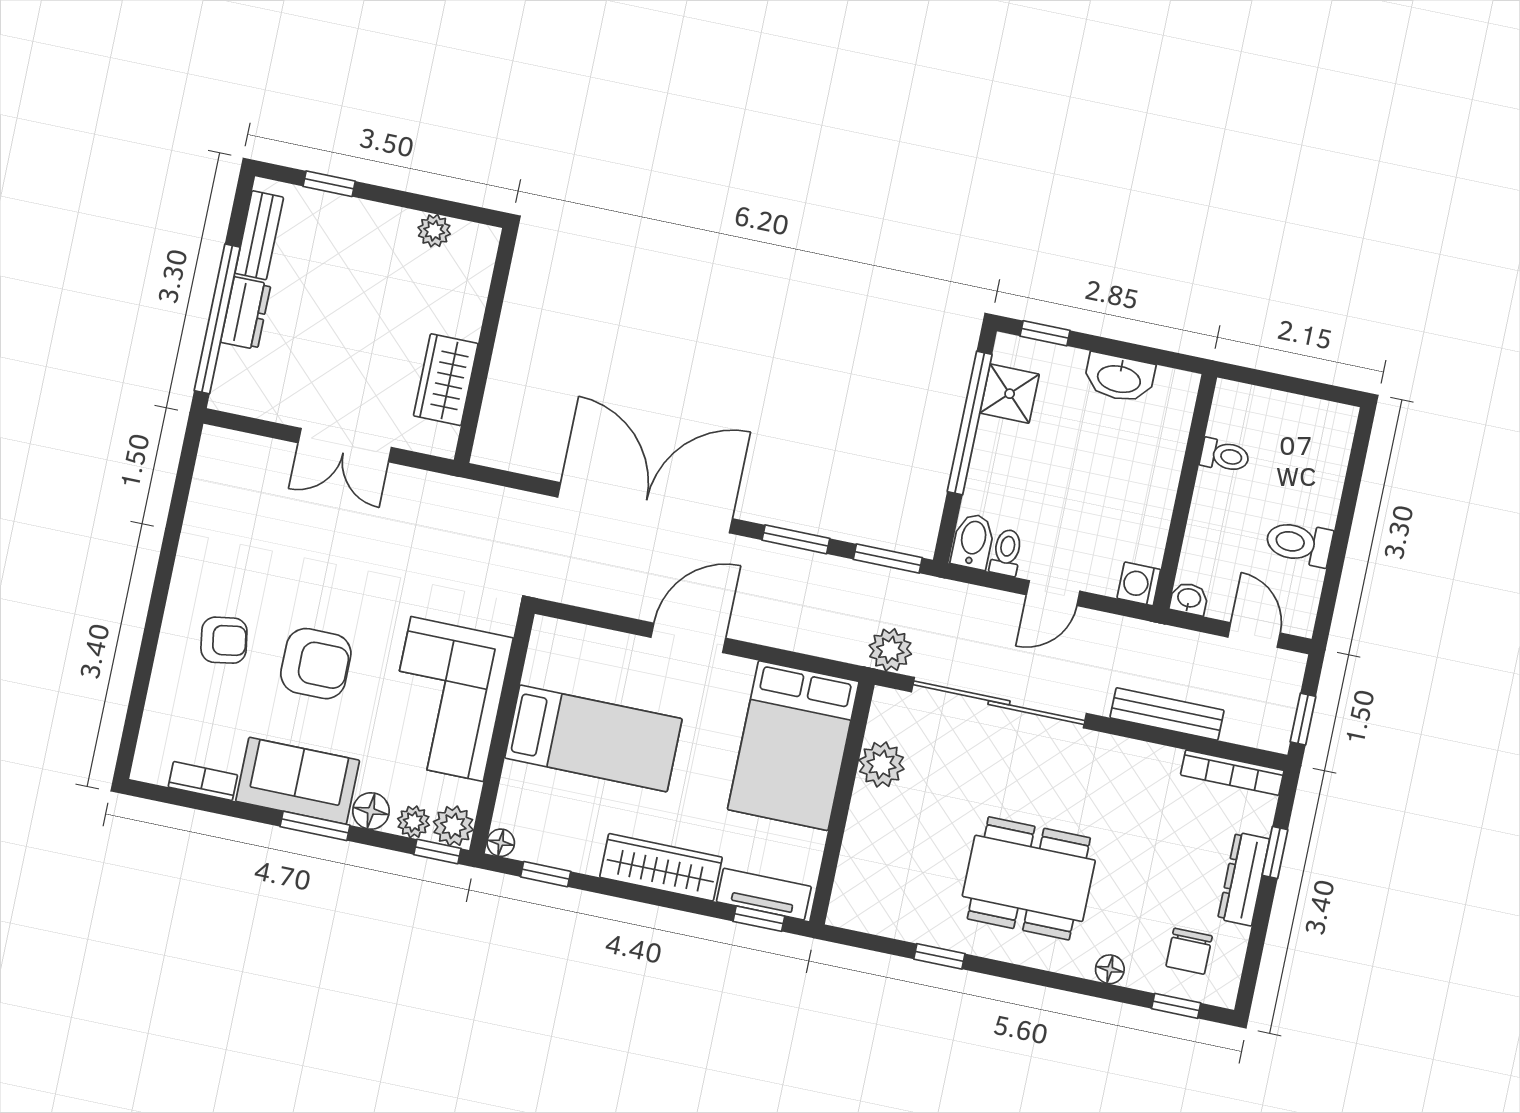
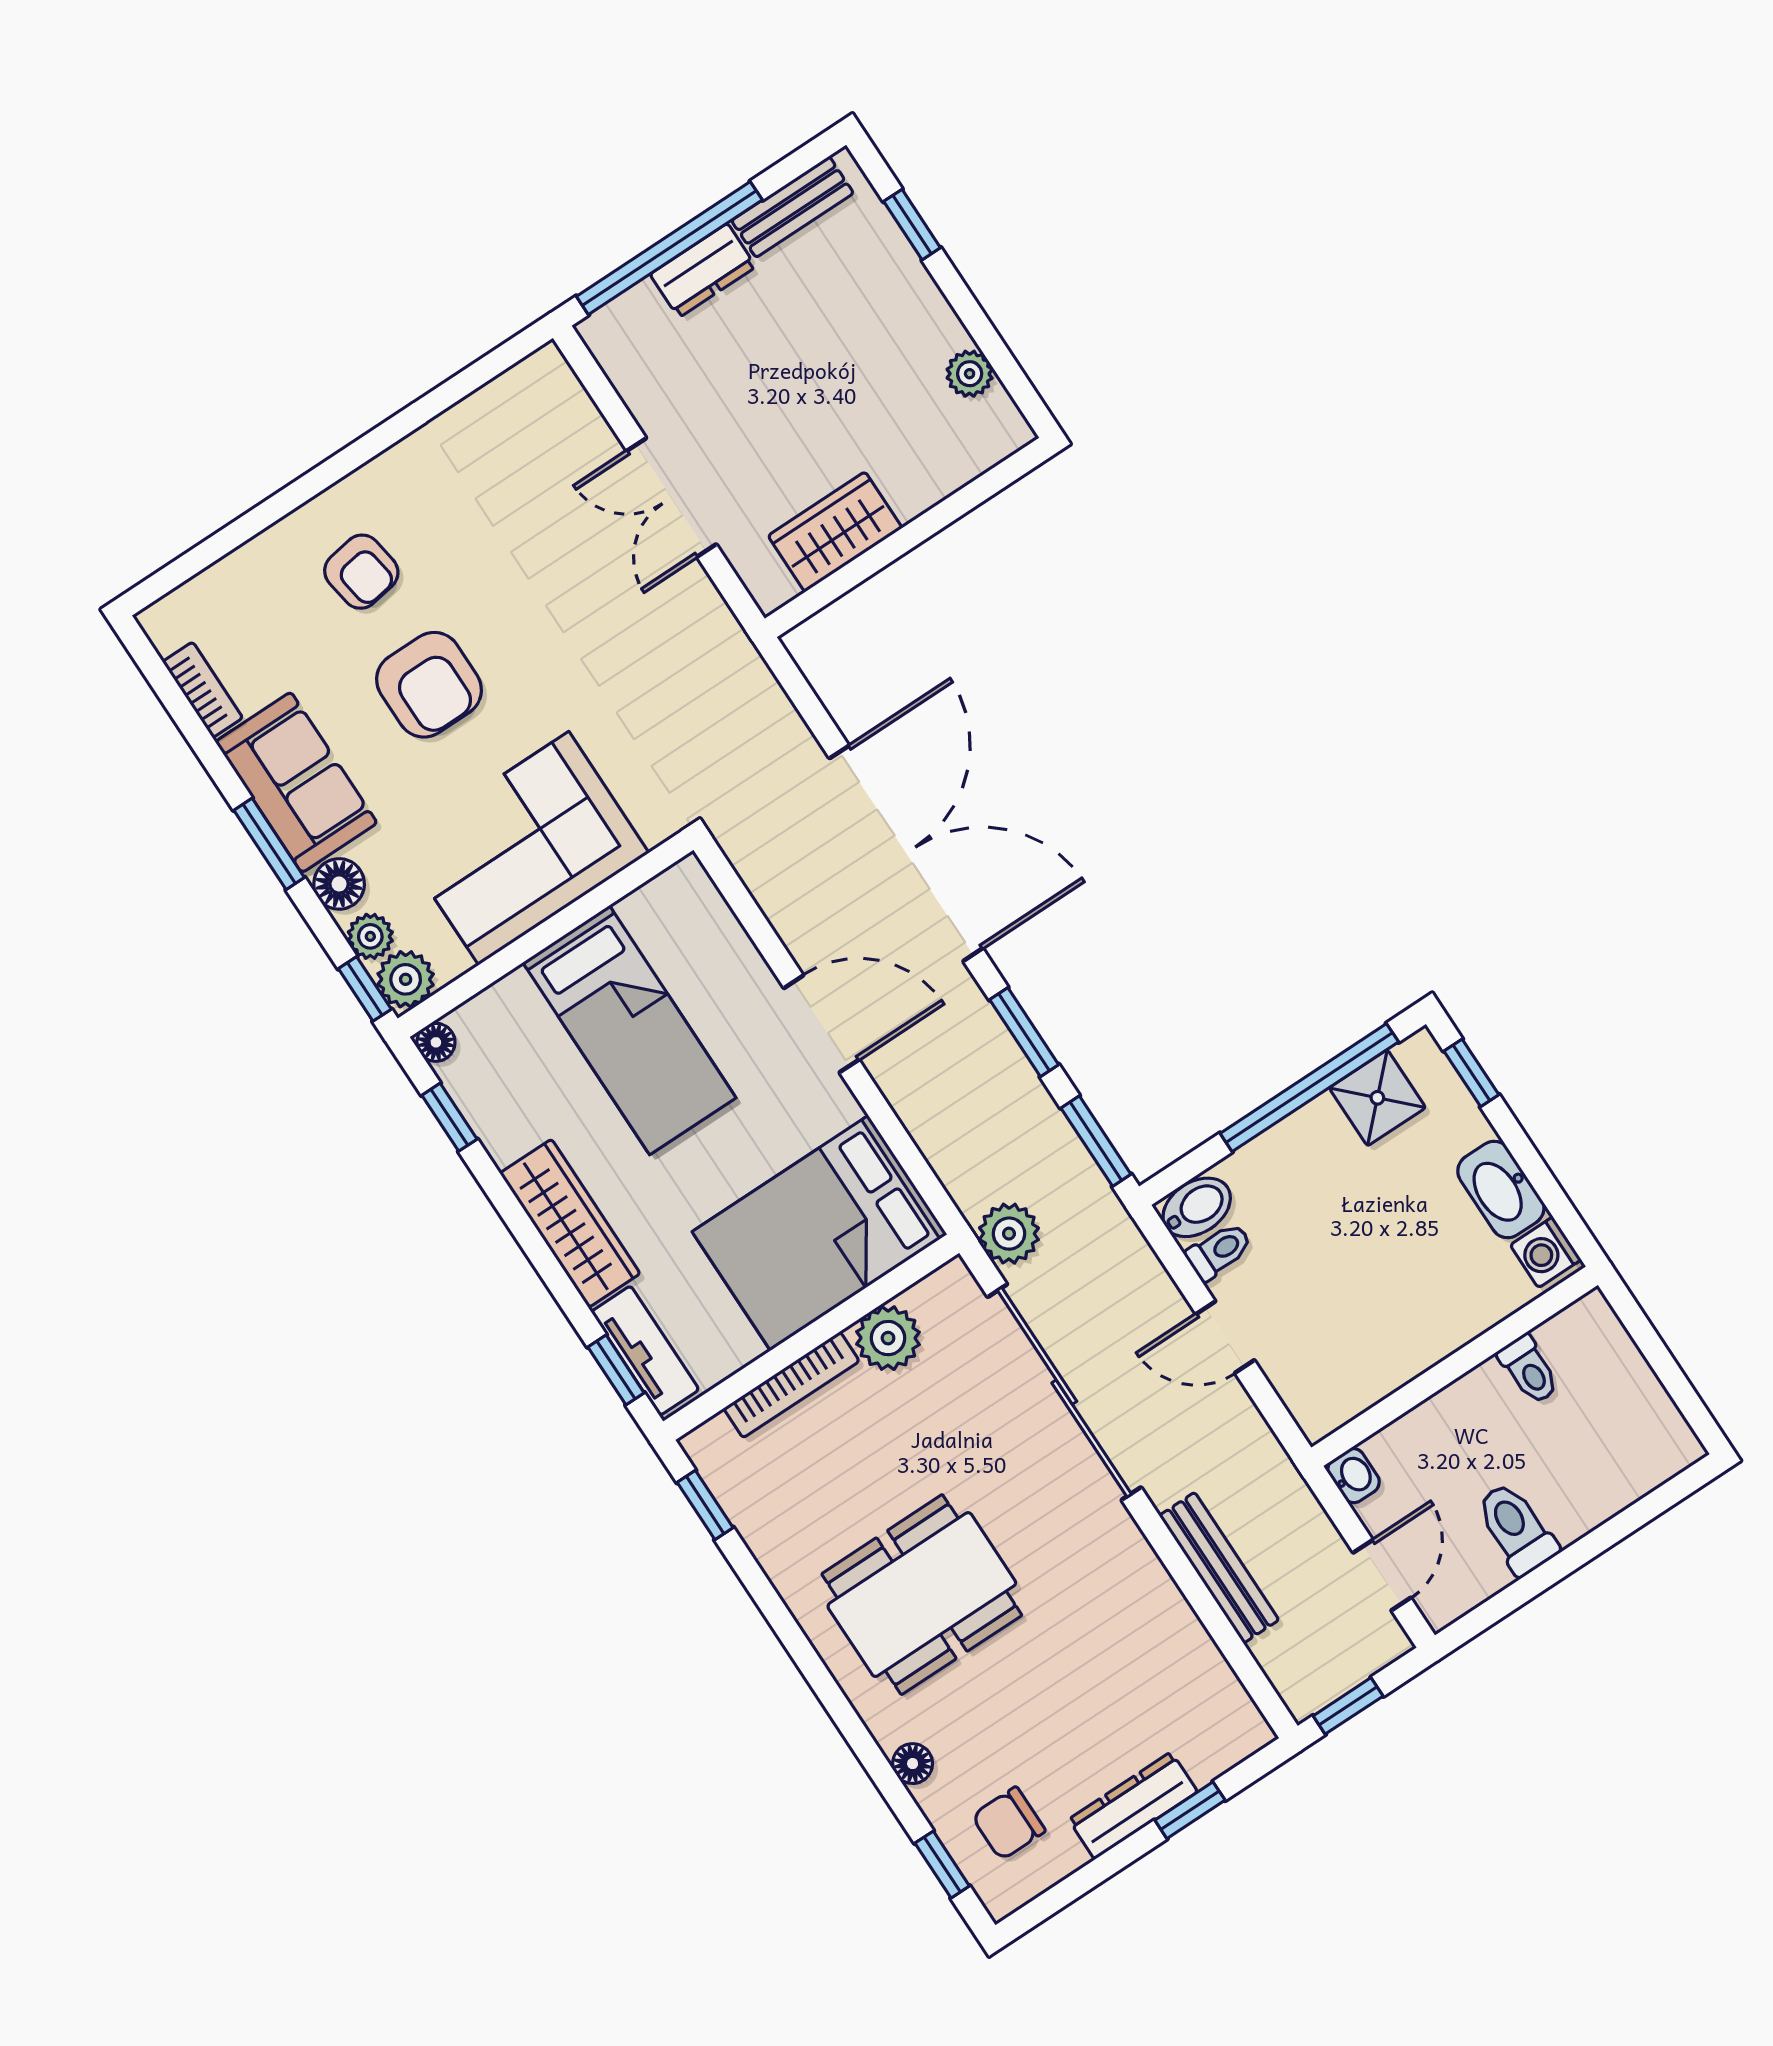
washing machine: (1139, 584) -> (1546, 1252), moved, turned -90
bookcase: (1232, 773) -> (791, 1385), moved, turned -90
dining table: (1029, 878) -> (922, 1595), turned 90
window: (939, 956) -> (705, 1505), moved

